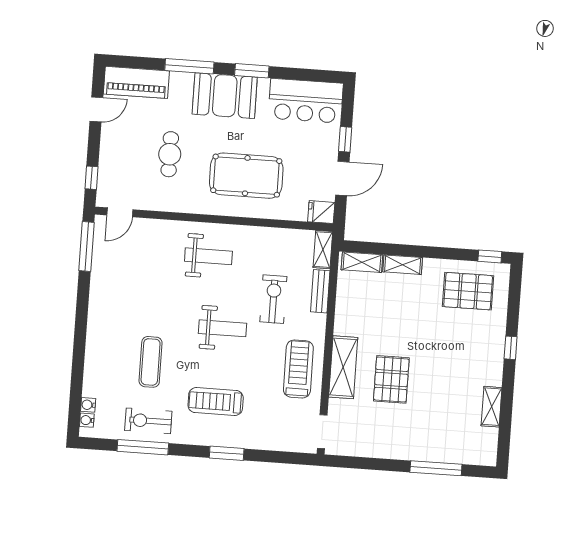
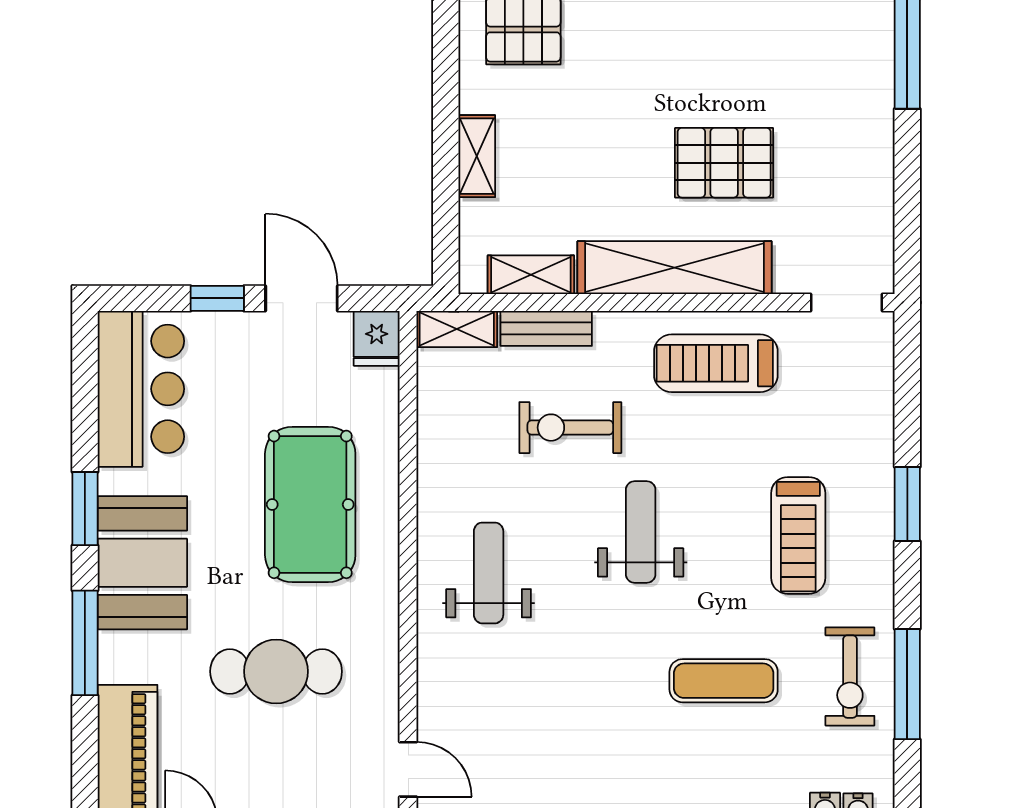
cafe table: (170, 154) -> (276, 671), width x1.37, depth x1.35
shelving: (362, 262) -> (531, 275), moved, turned 90
shelving: (343, 367) -> (675, 268), width x1.47

